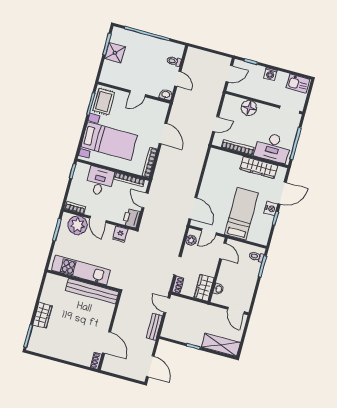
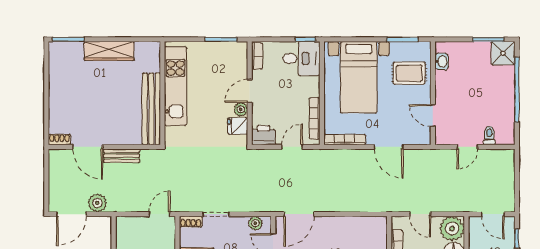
shower: (115, 53) -> (503, 53), moved
door: (138, 94) -> (433, 116), moved
washbasin: (166, 95) -> (442, 61), moved
rug: (104, 102) -> (409, 73), moved
plant: (232, 105) -> (452, 229), added
door: (163, 133) -> (389, 147), hinge flipped
desk: (100, 181) -> (301, 59), moved
plant: (78, 225) -> (241, 109), moved, width x0.53, depth x0.53
wardrobe: (42, 315) -> (109, 51), width x1.50
bench: (154, 327) -> (122, 156), moved
door: (107, 342) -> (88, 147), hinge flipped
plant: (147, 346) -> (97, 203), added

